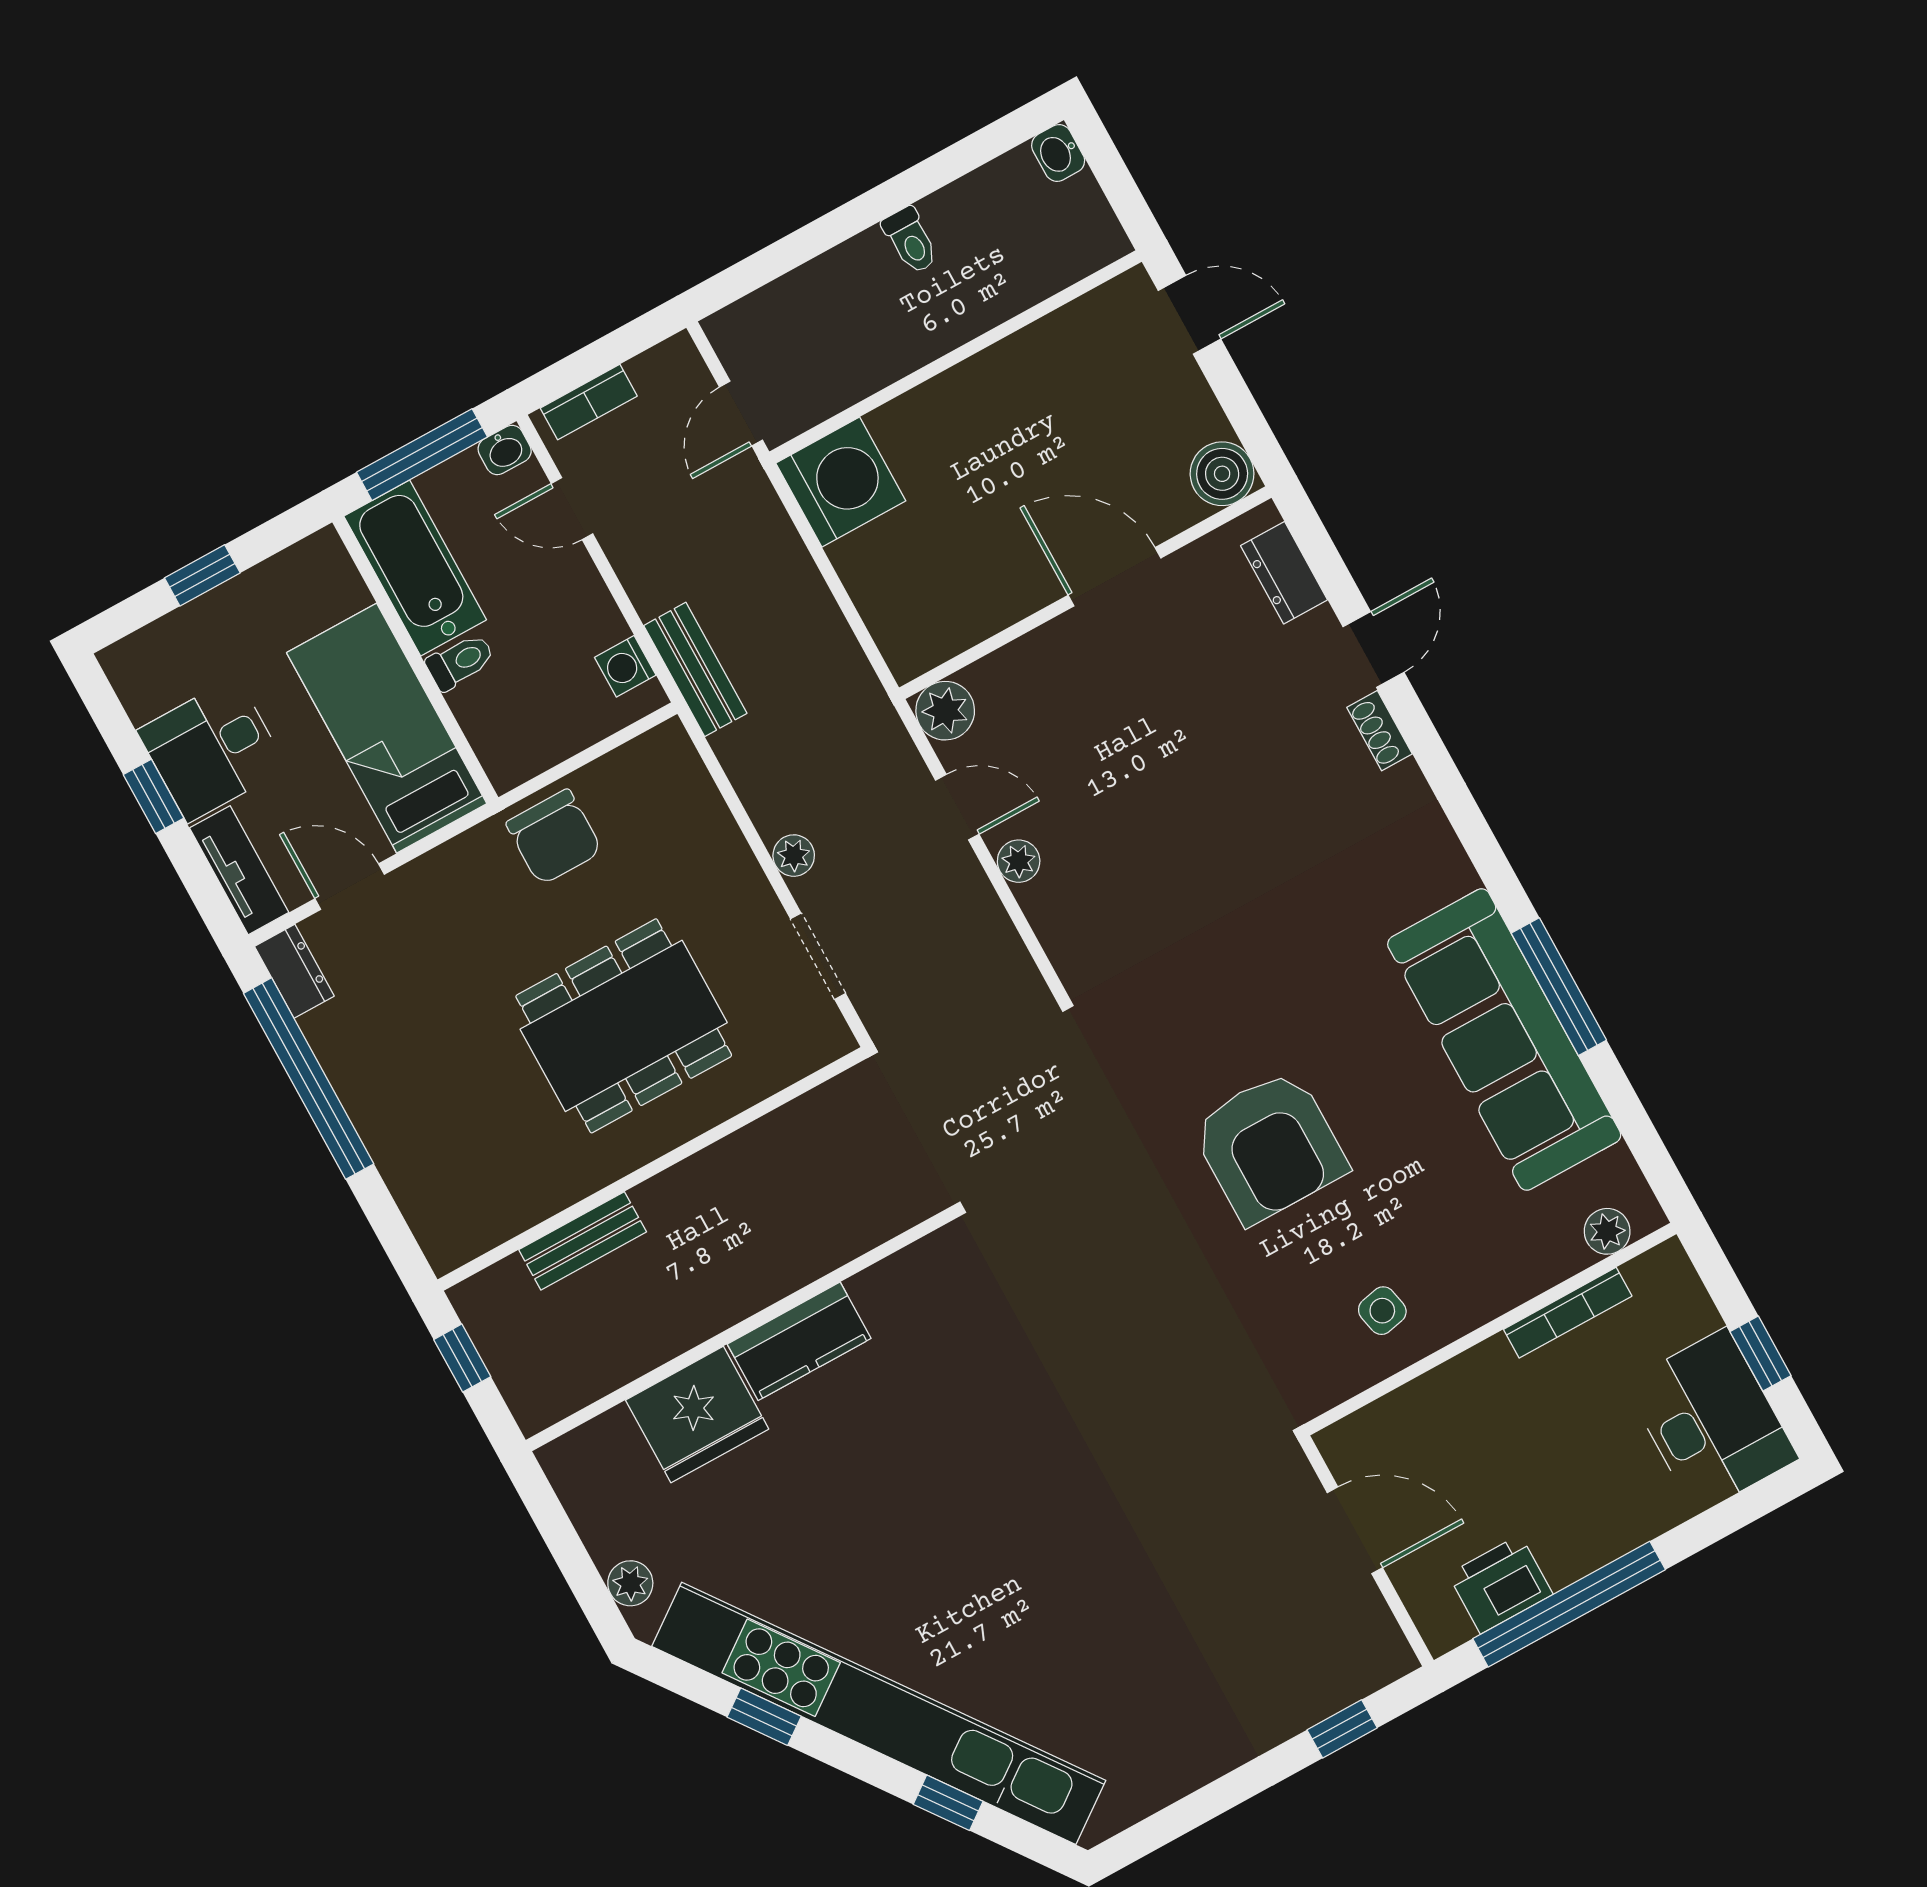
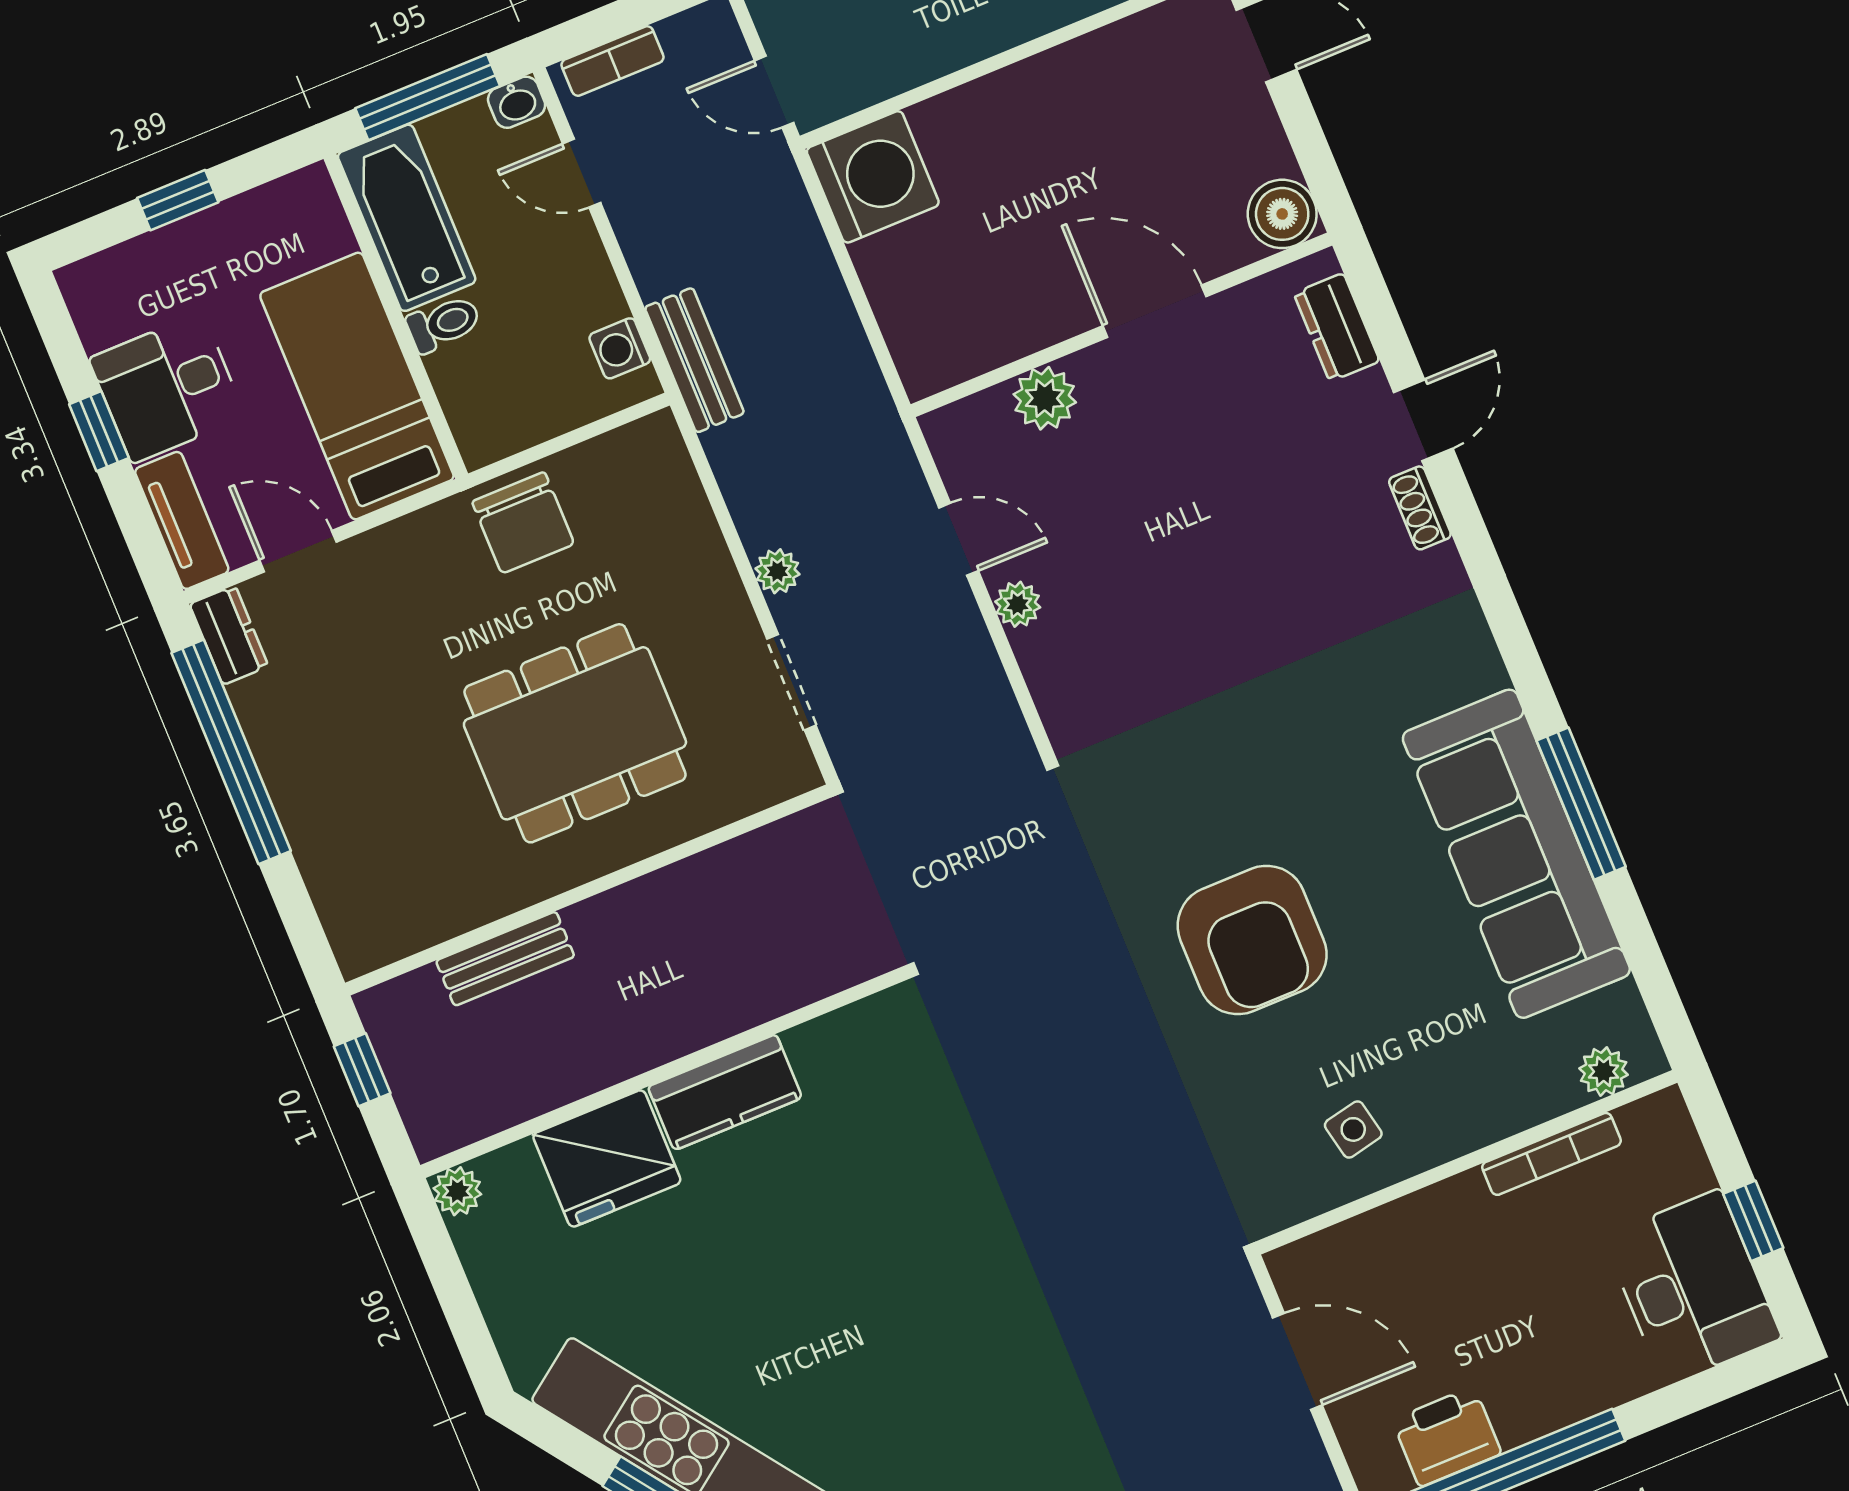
door: (741, 414) -> (774, 92), hinge flipped
plant: (945, 711) -> (1045, 398), moved
plant: (630, 1583) -> (457, 1191), moved

